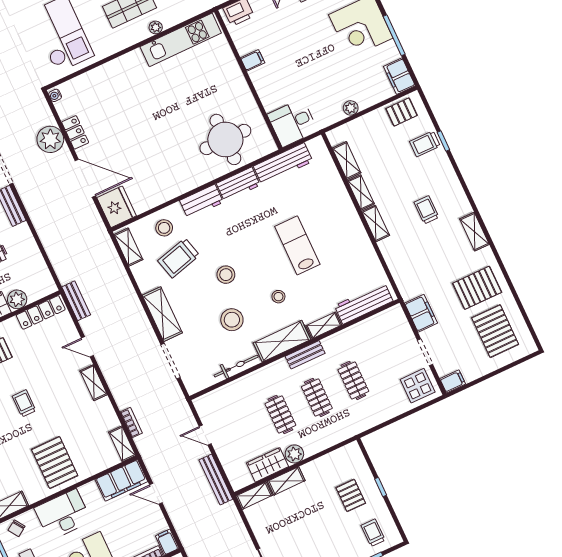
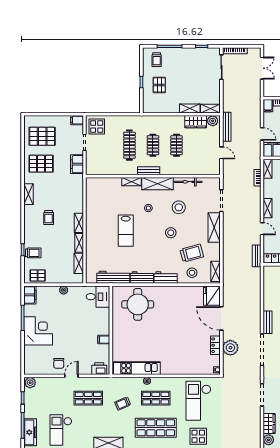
workbench: (364, 303) -> (105, 183), removed
pallet: (495, 331) -> (42, 136), turned 90
clothes rail: (353, 380) -> (129, 145), width x1.36
plant: (294, 454) -> (213, 121), moved

